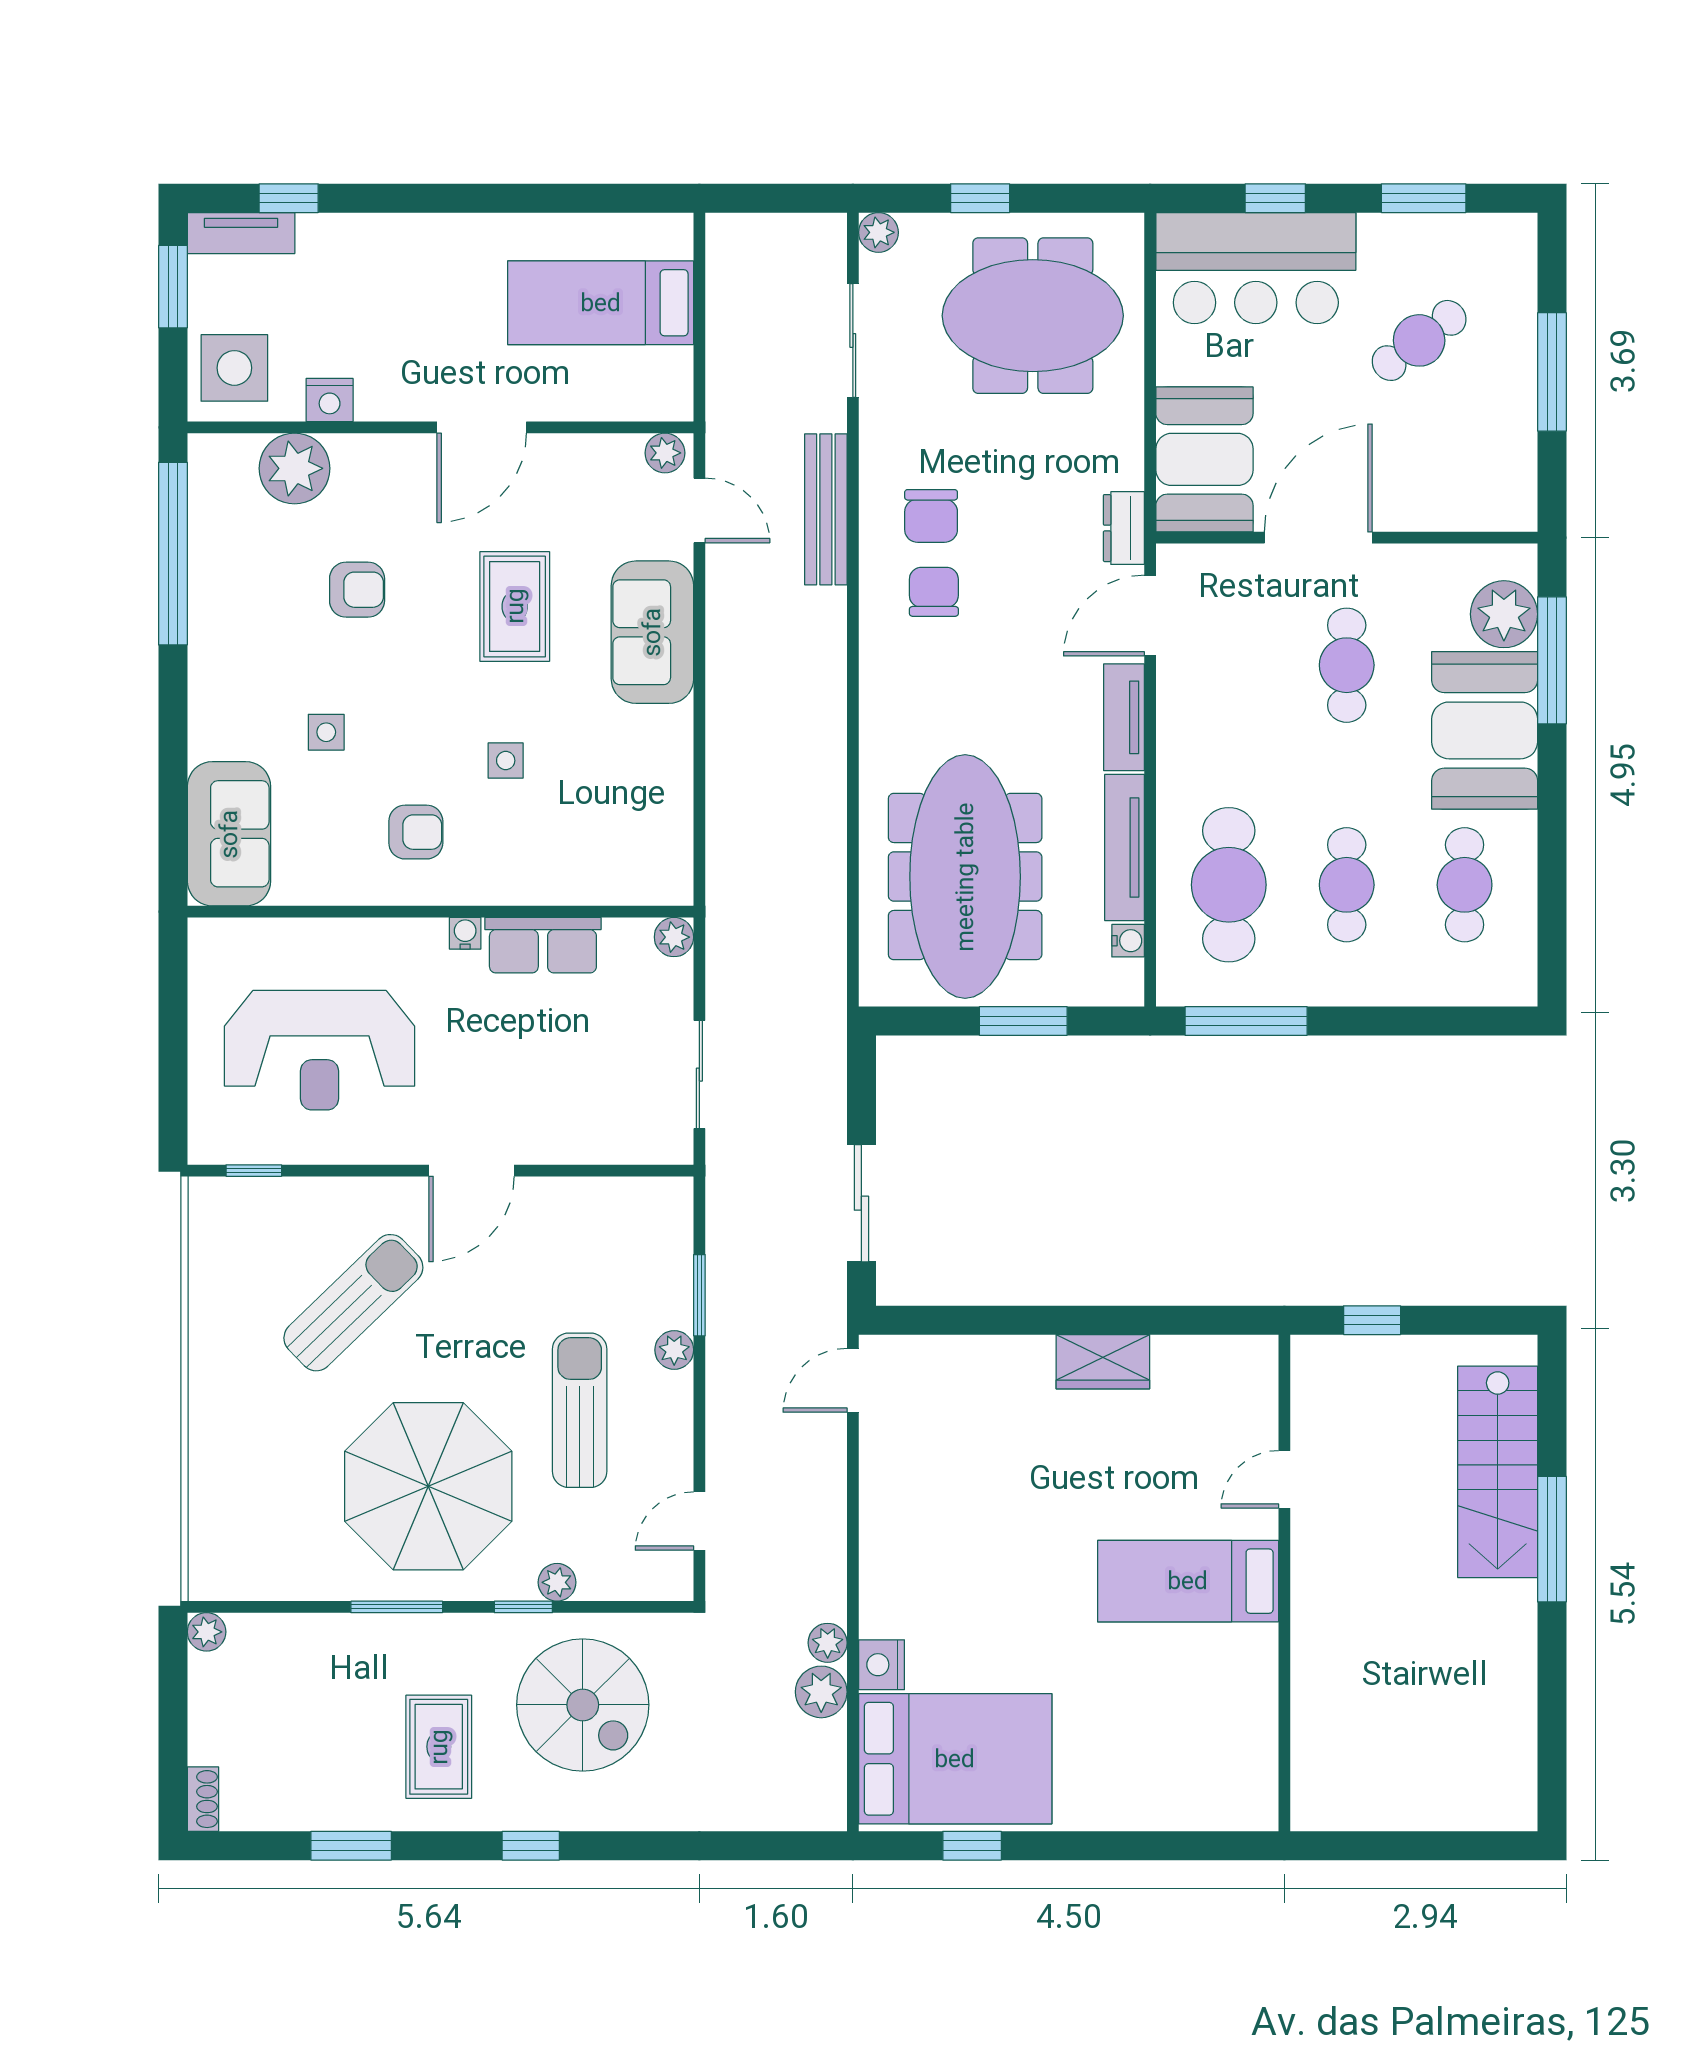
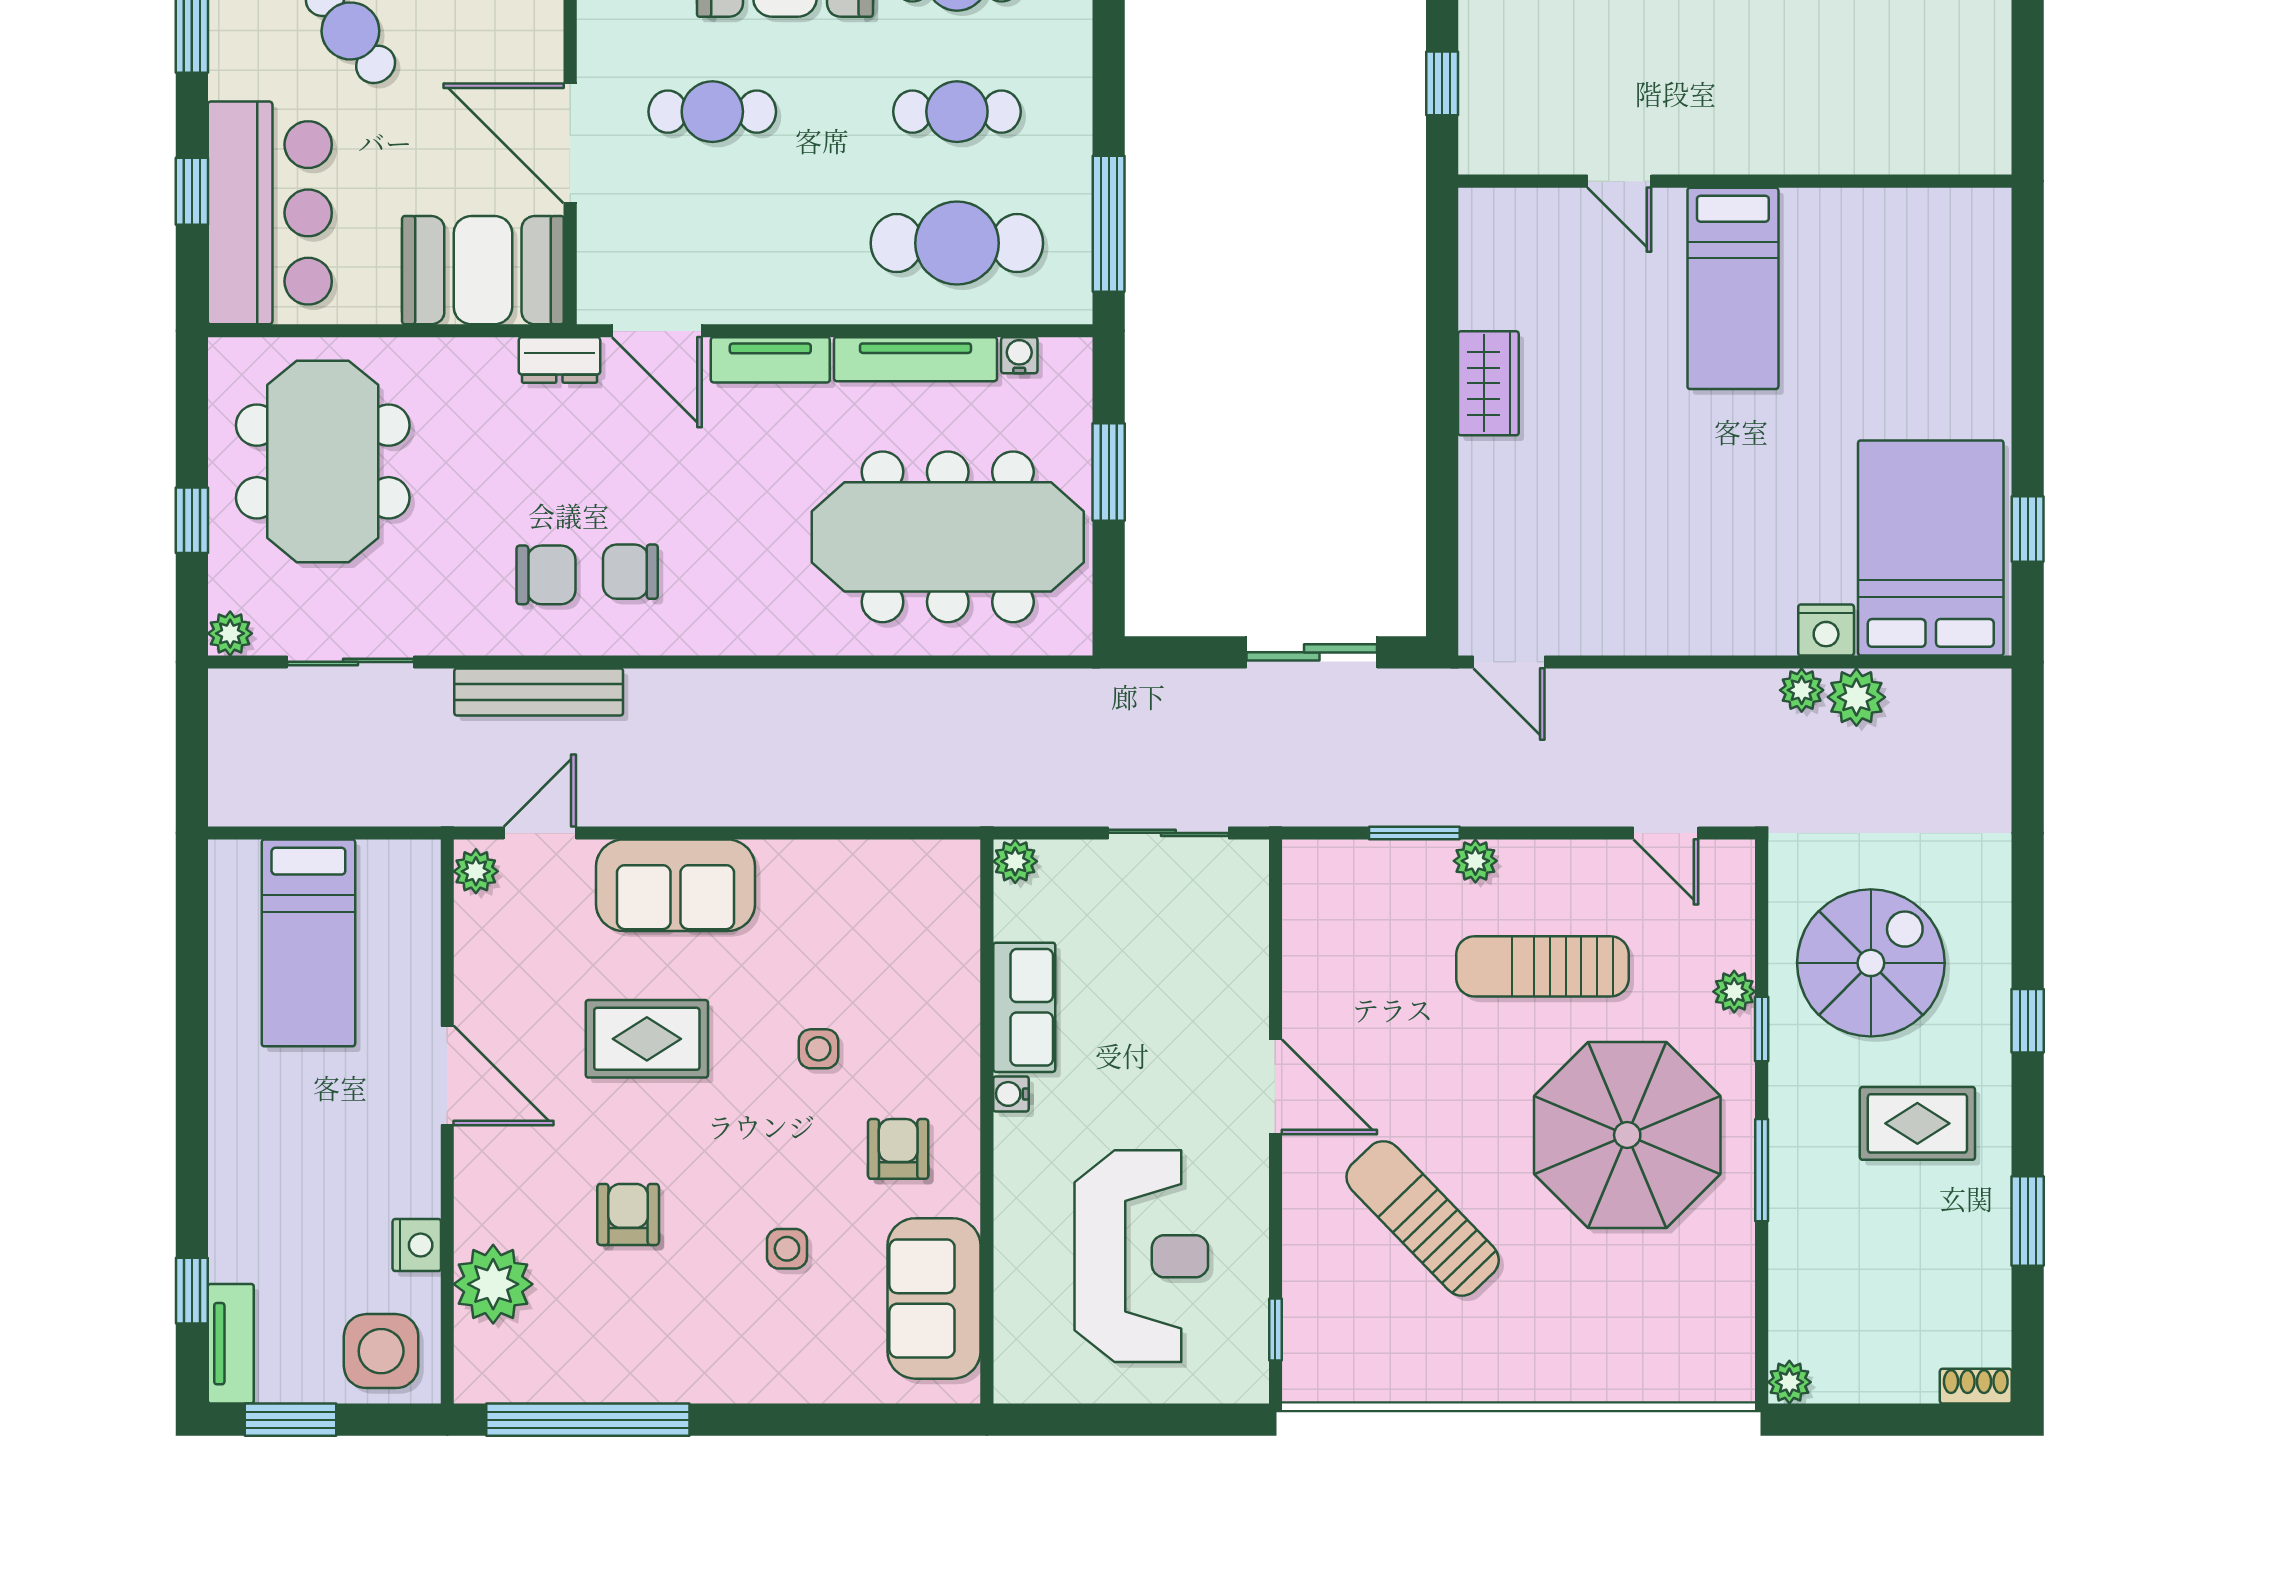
sofa: (229, 834) -> (934, 1298), moved, turned -90

